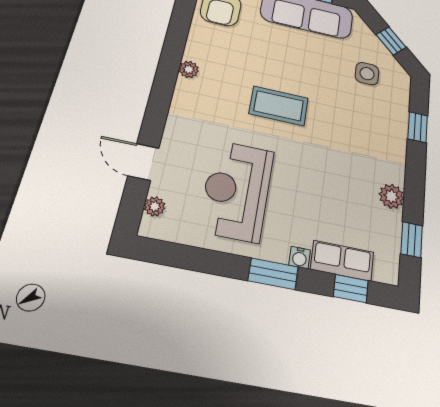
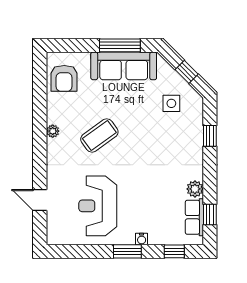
coffee table: (279, 106) -> (99, 136), moved, turned -36
plant: (155, 206) -> (52, 226), removed
row of seats: (342, 261) -> (194, 217), moved, turned -90

